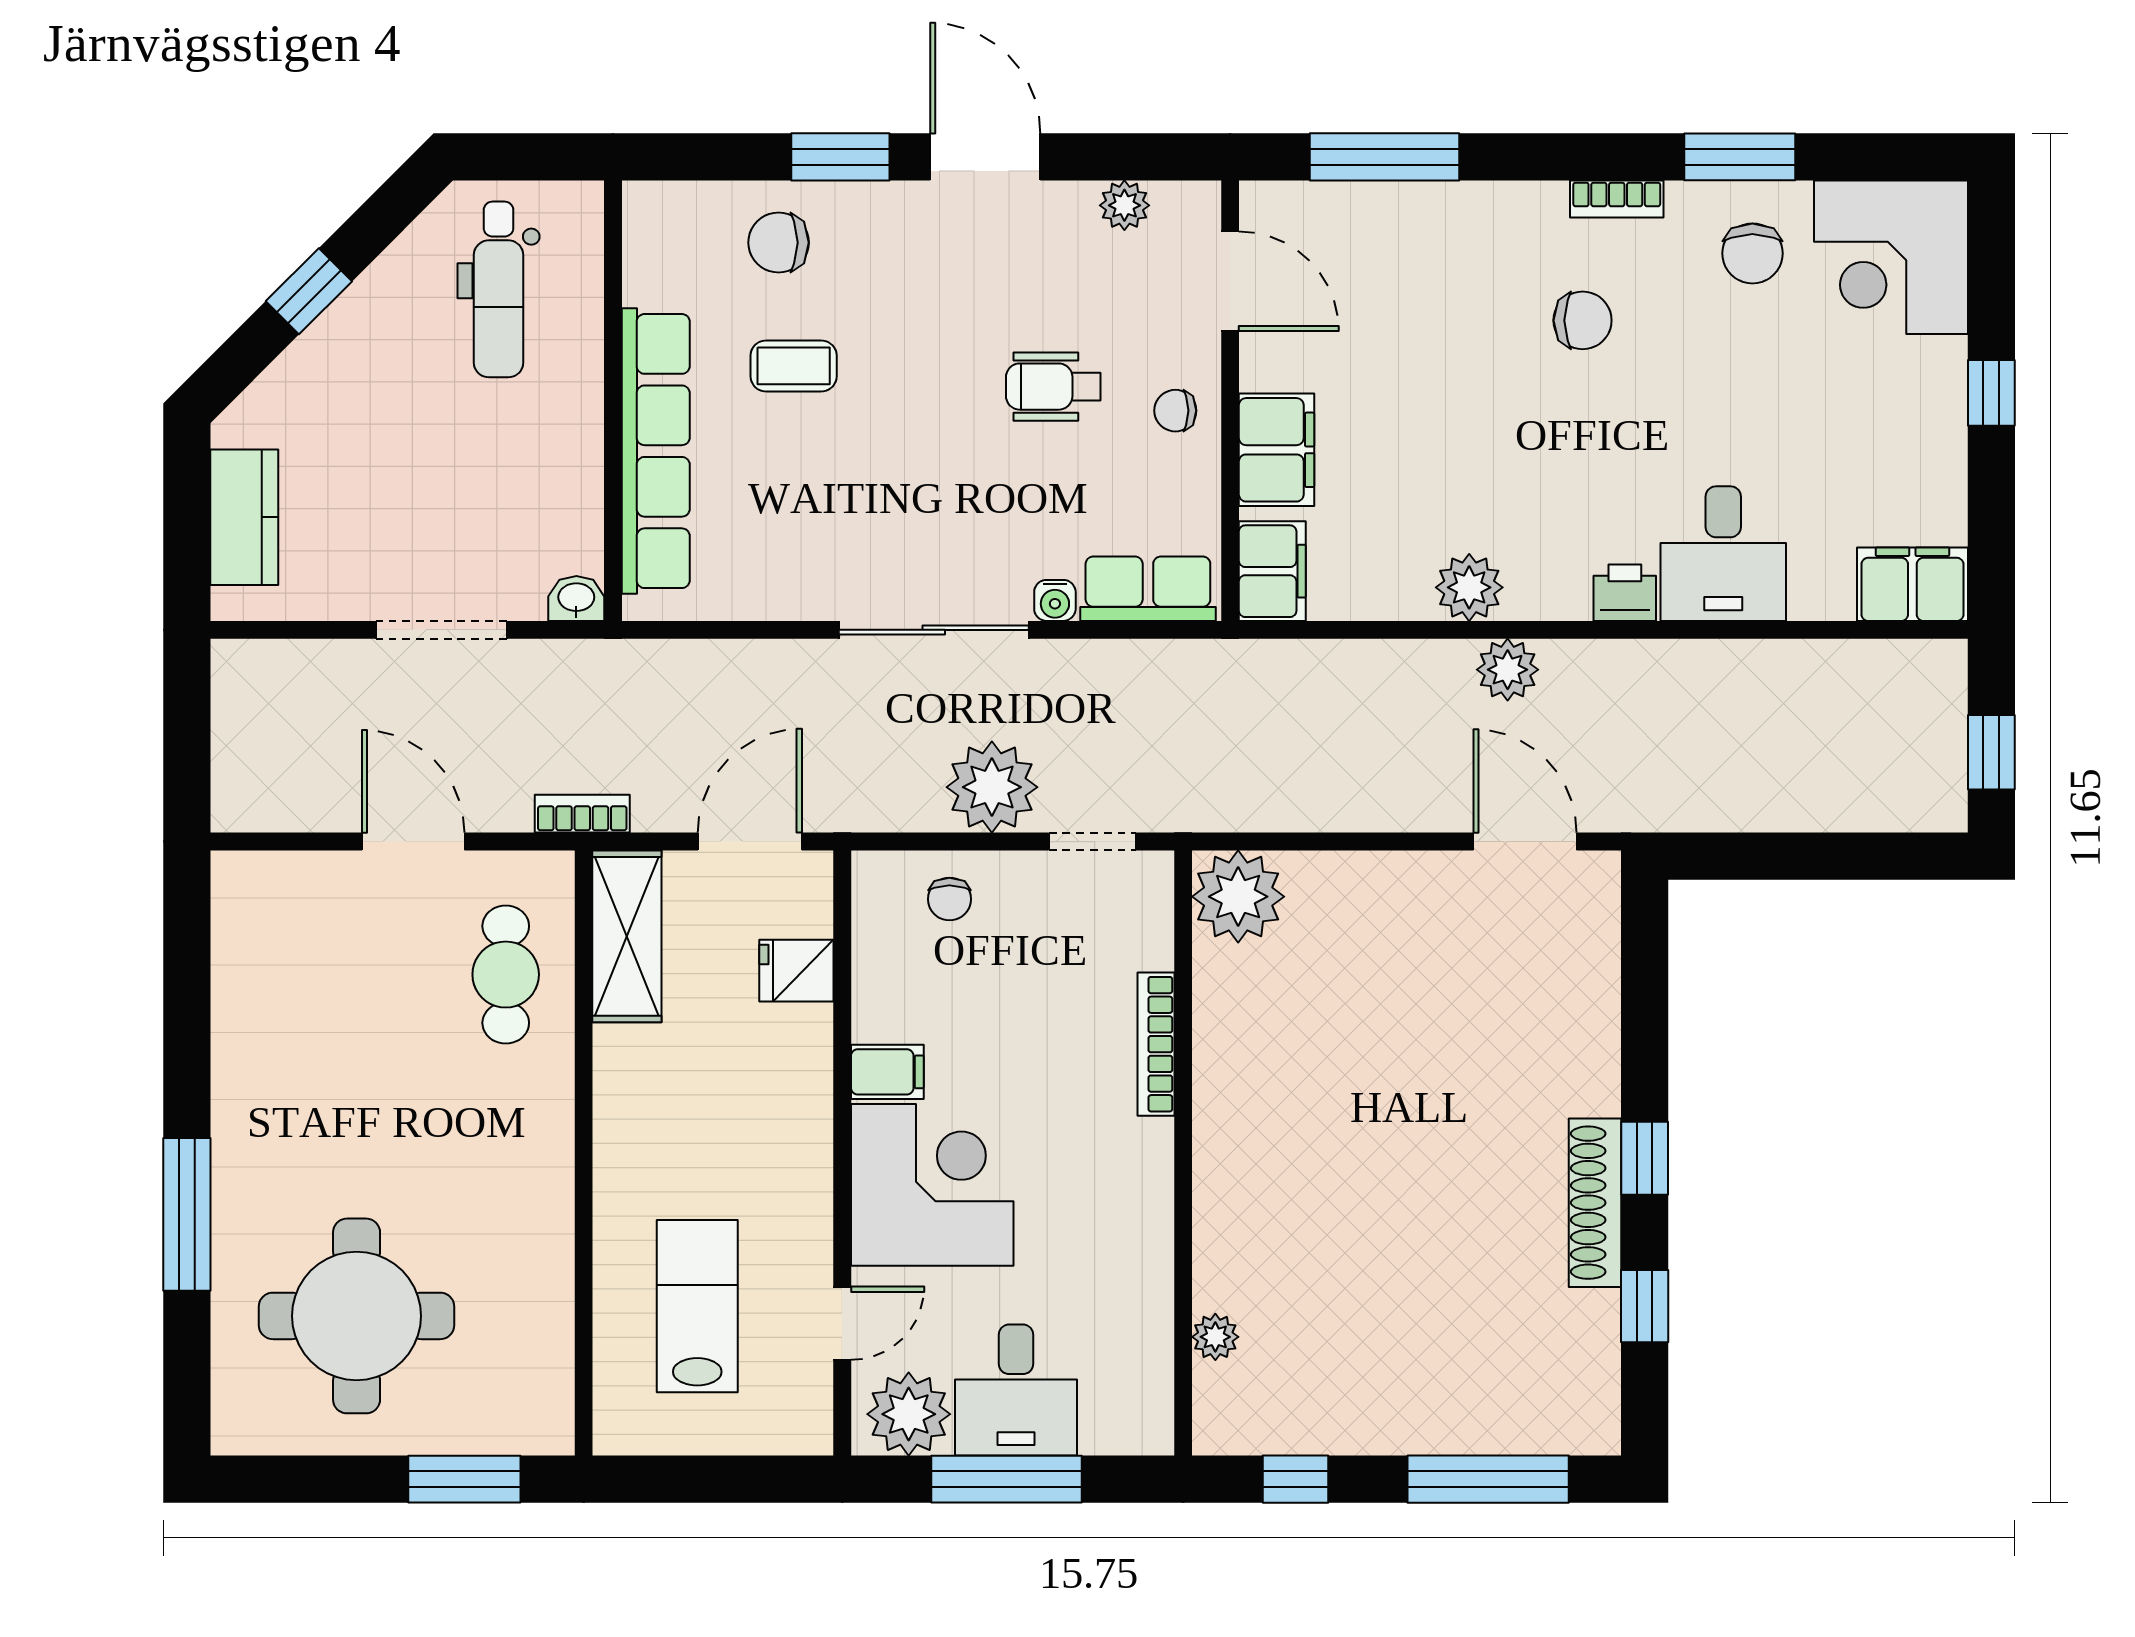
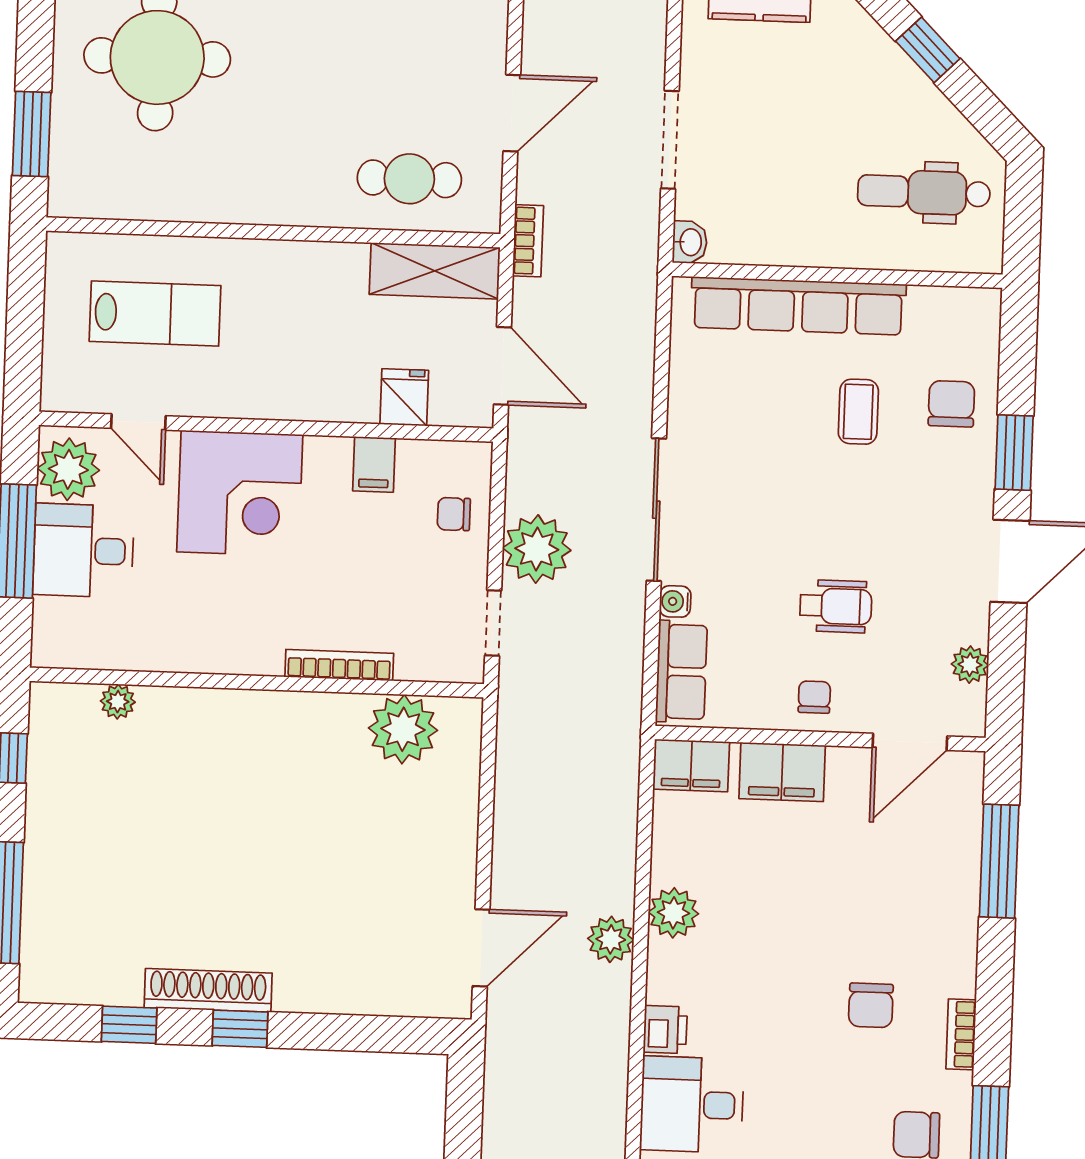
wheelchair: (1053, 387) -> (836, 606), turned 90
plant: (1238, 897) -> (403, 729), moved
filing cabinet: (887, 1072) -> (374, 464), moved

